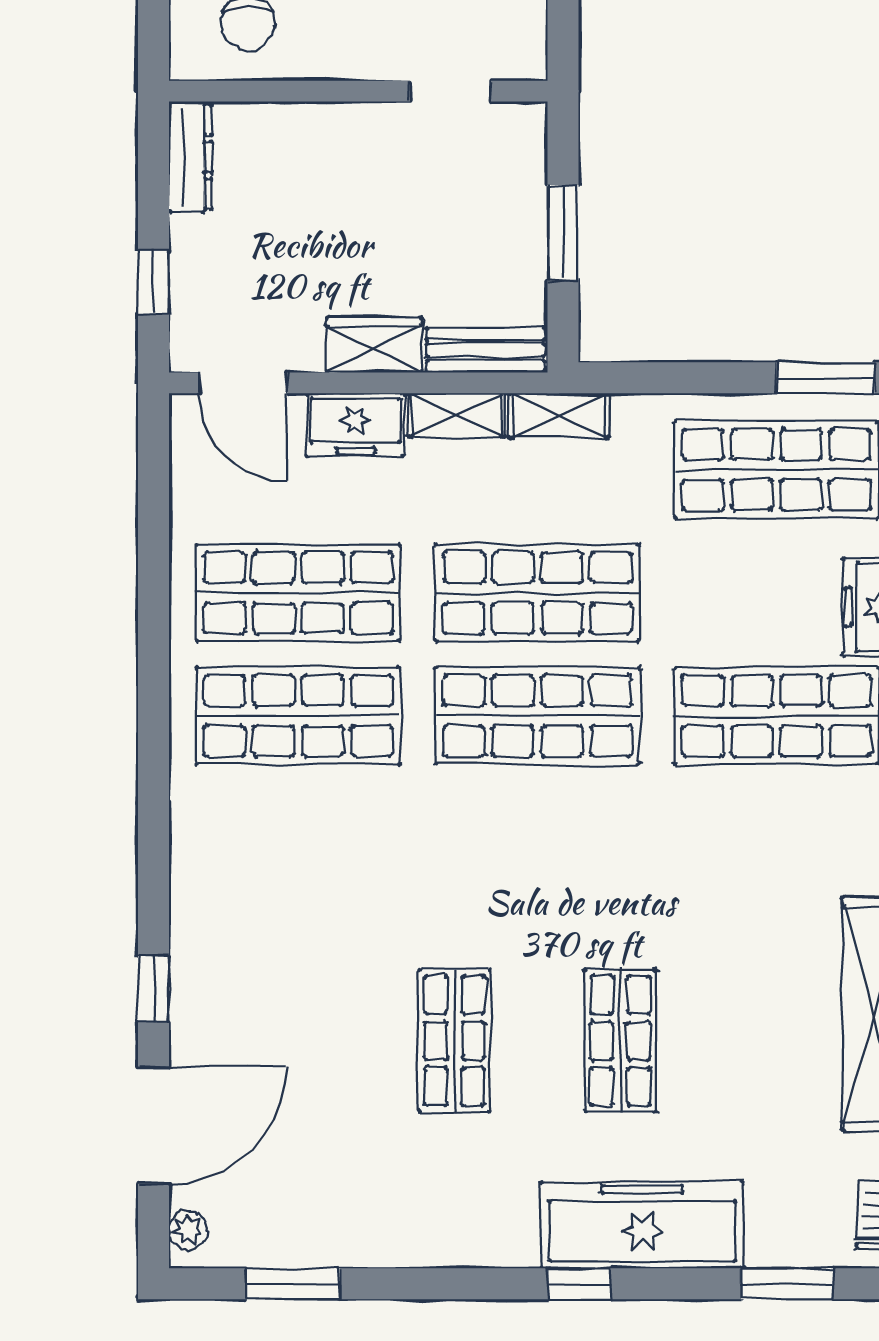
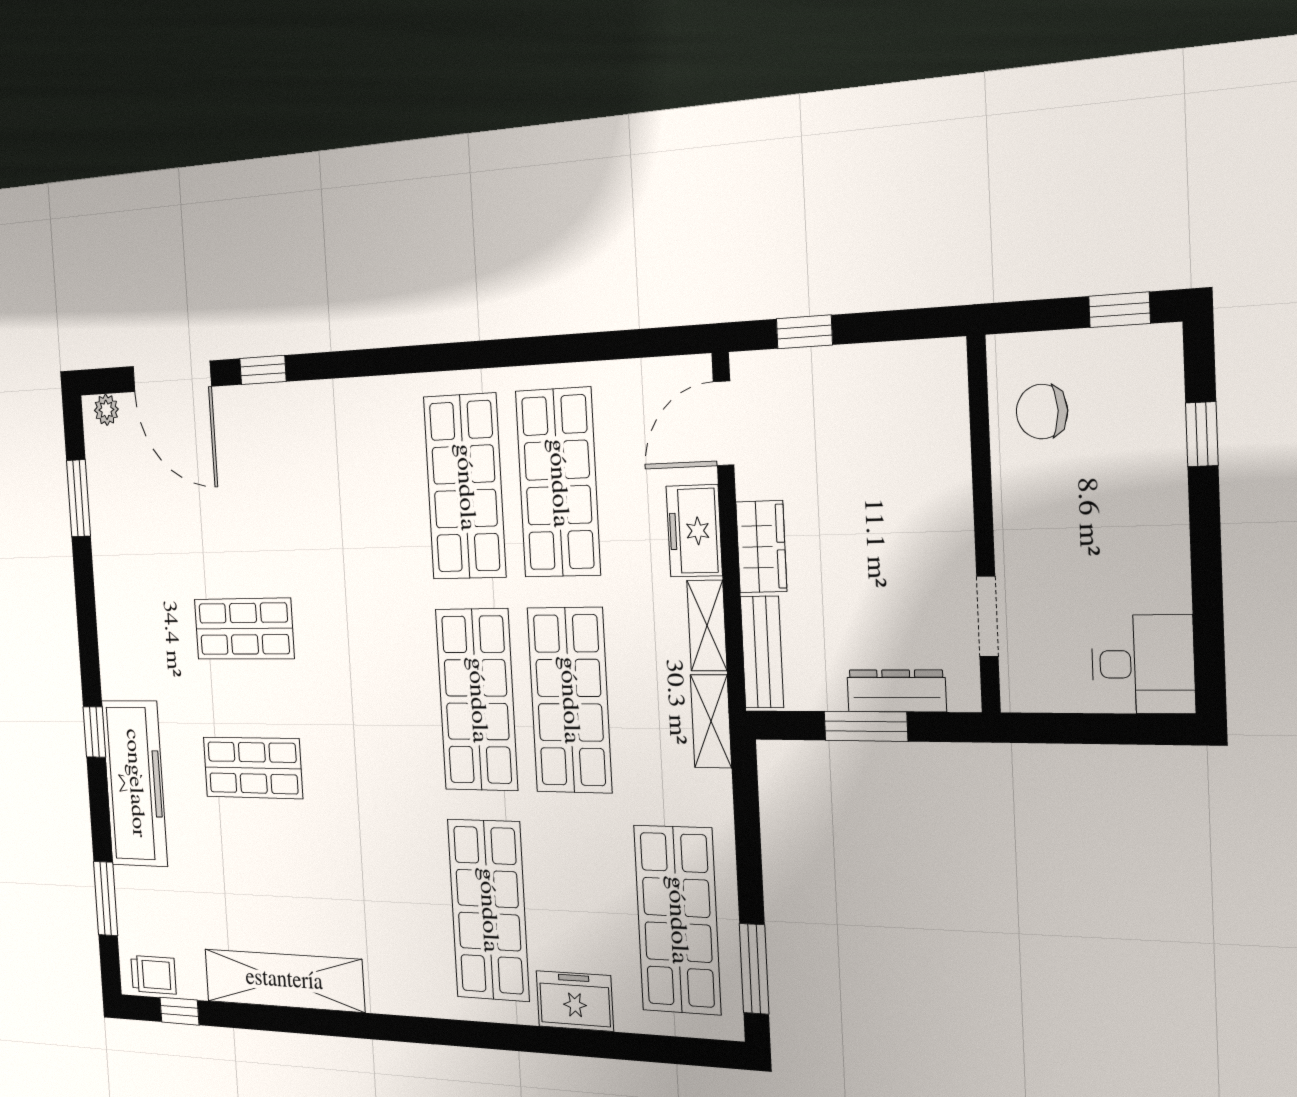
dresser: (191, 157) -> (896, 691), moved, turned 180

